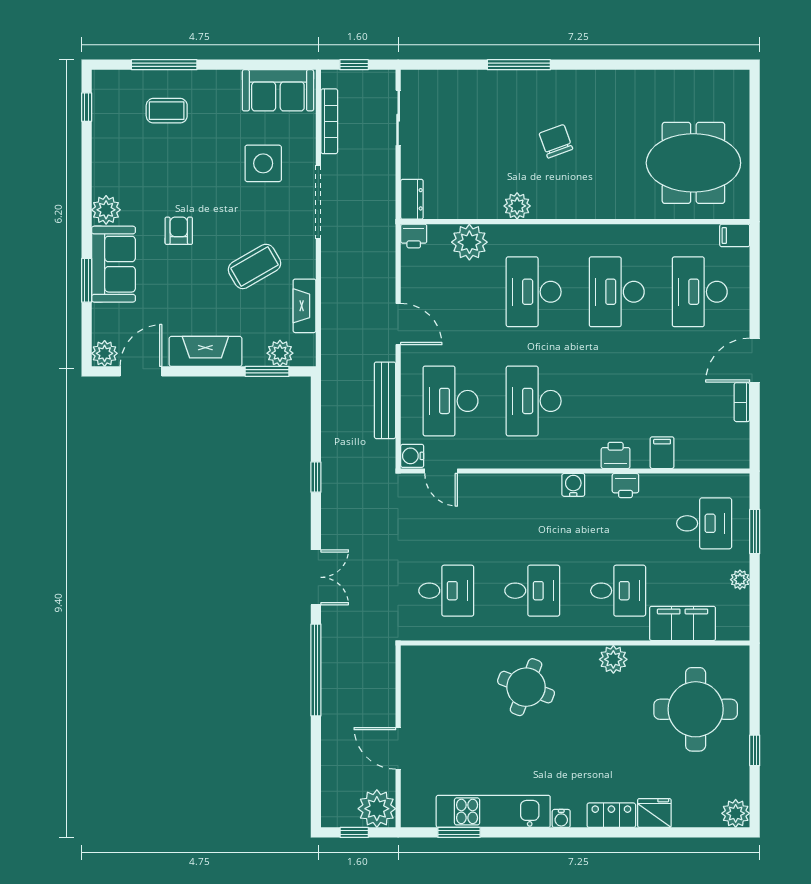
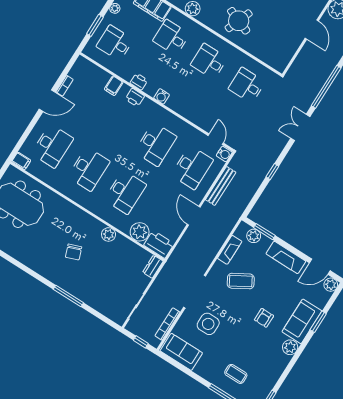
printer: (414, 236) -> (159, 244), width x1.87, depth x1.48

